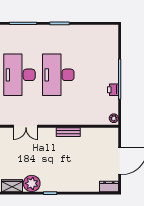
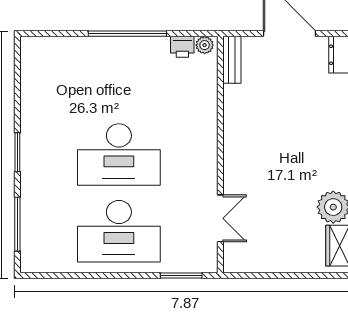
printer: (113, 90) -> (182, 47), moved
bench: (68, 132) -> (232, 60), moved

